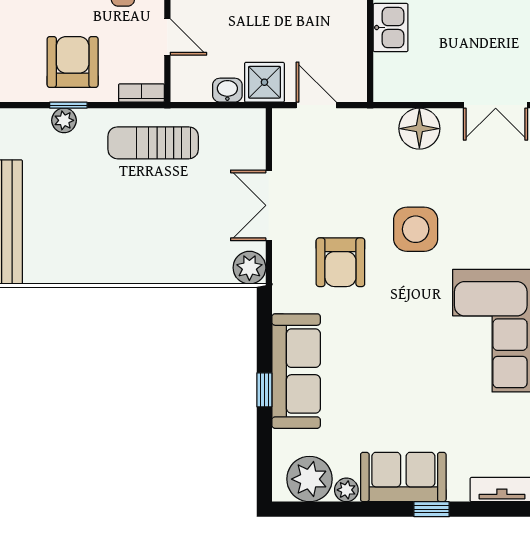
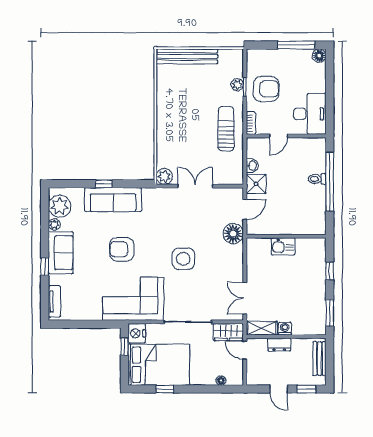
floor lamp: (419, 129) -> (233, 234), moved
armchair: (340, 262) -> (122, 249), moved

